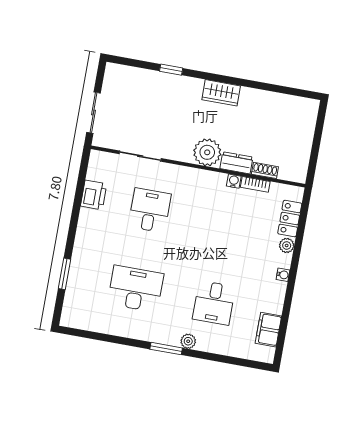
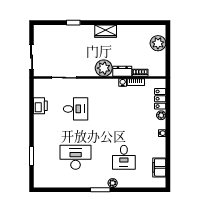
plant: (302, 128) -> (158, 43), added
desk: (150, 210) -> (76, 109), turned 90

